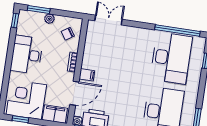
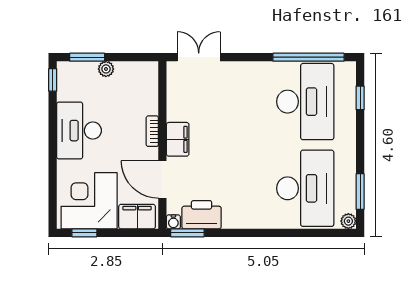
chair: (68, 34) -> (138, 88), removed
filing cabinet: (87, 75) -> (178, 139), width x2.00
door: (74, 93) -> (162, 179), swing flipped

